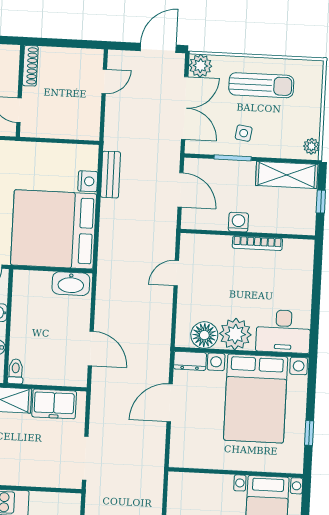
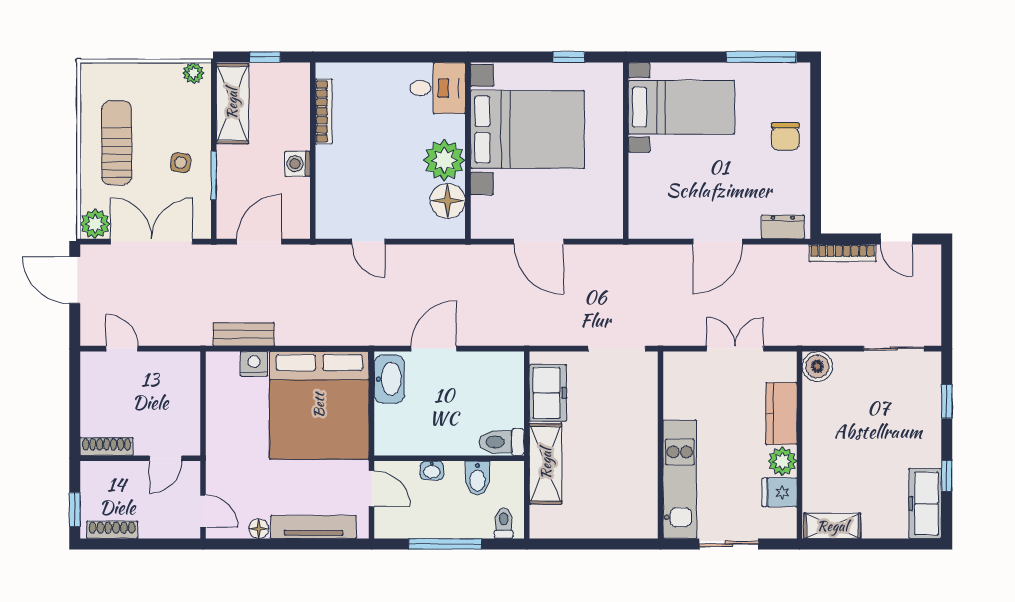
bookcase: (257, 243) -> (324, 111), moved
desk: (283, 331) -> (438, 88), width x0.73
door: (91, 349) -> (434, 349), moved
dresser: (190, 361) -> (482, 218), removed
toilet: (16, 371) -> (501, 442), width x1.37, depth x1.39

